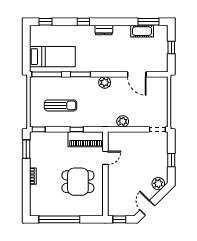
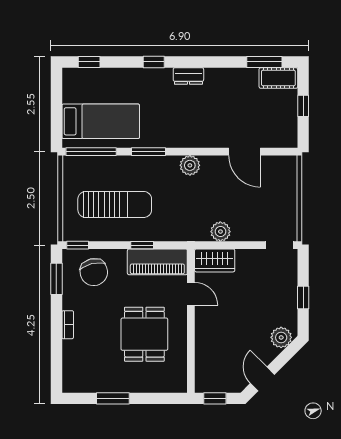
cot: (142, 31) -> (278, 78), moved
sun lounger: (61, 105) -> (115, 204), width x1.36, depth x1.34
wardrobe: (119, 138) -> (215, 260), added
chair: (48, 145) -> (94, 272), added
door: (105, 158) -> (191, 294), hinge flipped
dining table: (78, 182) -> (144, 334), turned 90
window: (59, 219) -> (113, 398), width x0.47

